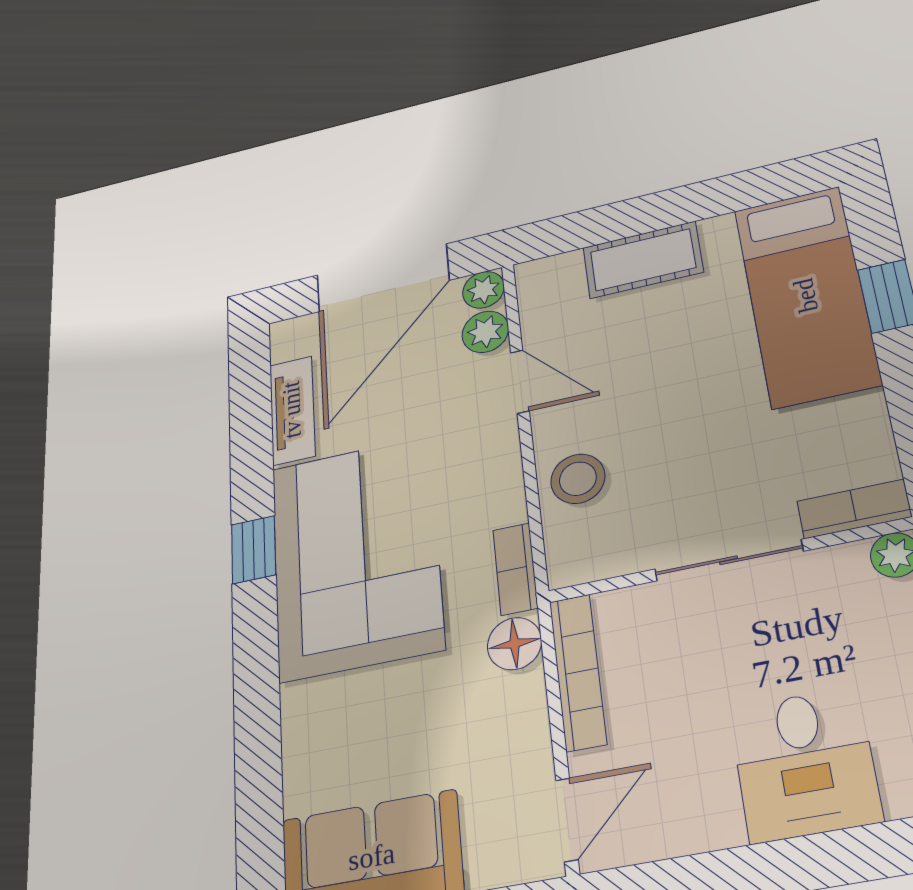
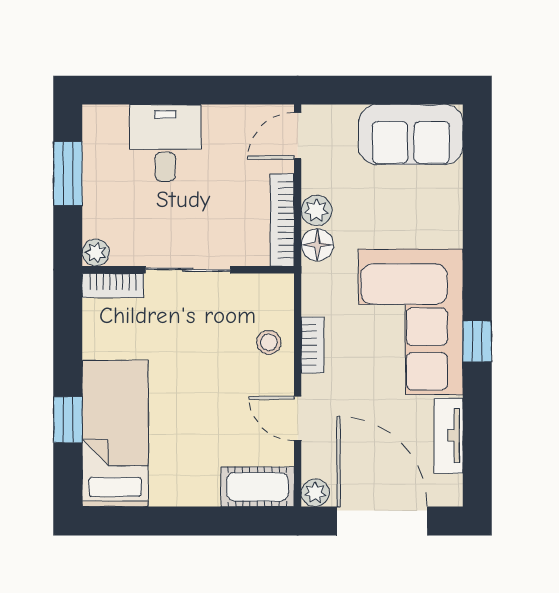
cot: (643, 260) -> (257, 487), moved
door: (383, 278) -> (382, 521), hinge flipped
plant: (485, 332) -> (317, 210), moved
stool: (578, 479) -> (269, 342), width x0.73, depth x0.73
bookcase: (515, 569) -> (312, 345), moved

